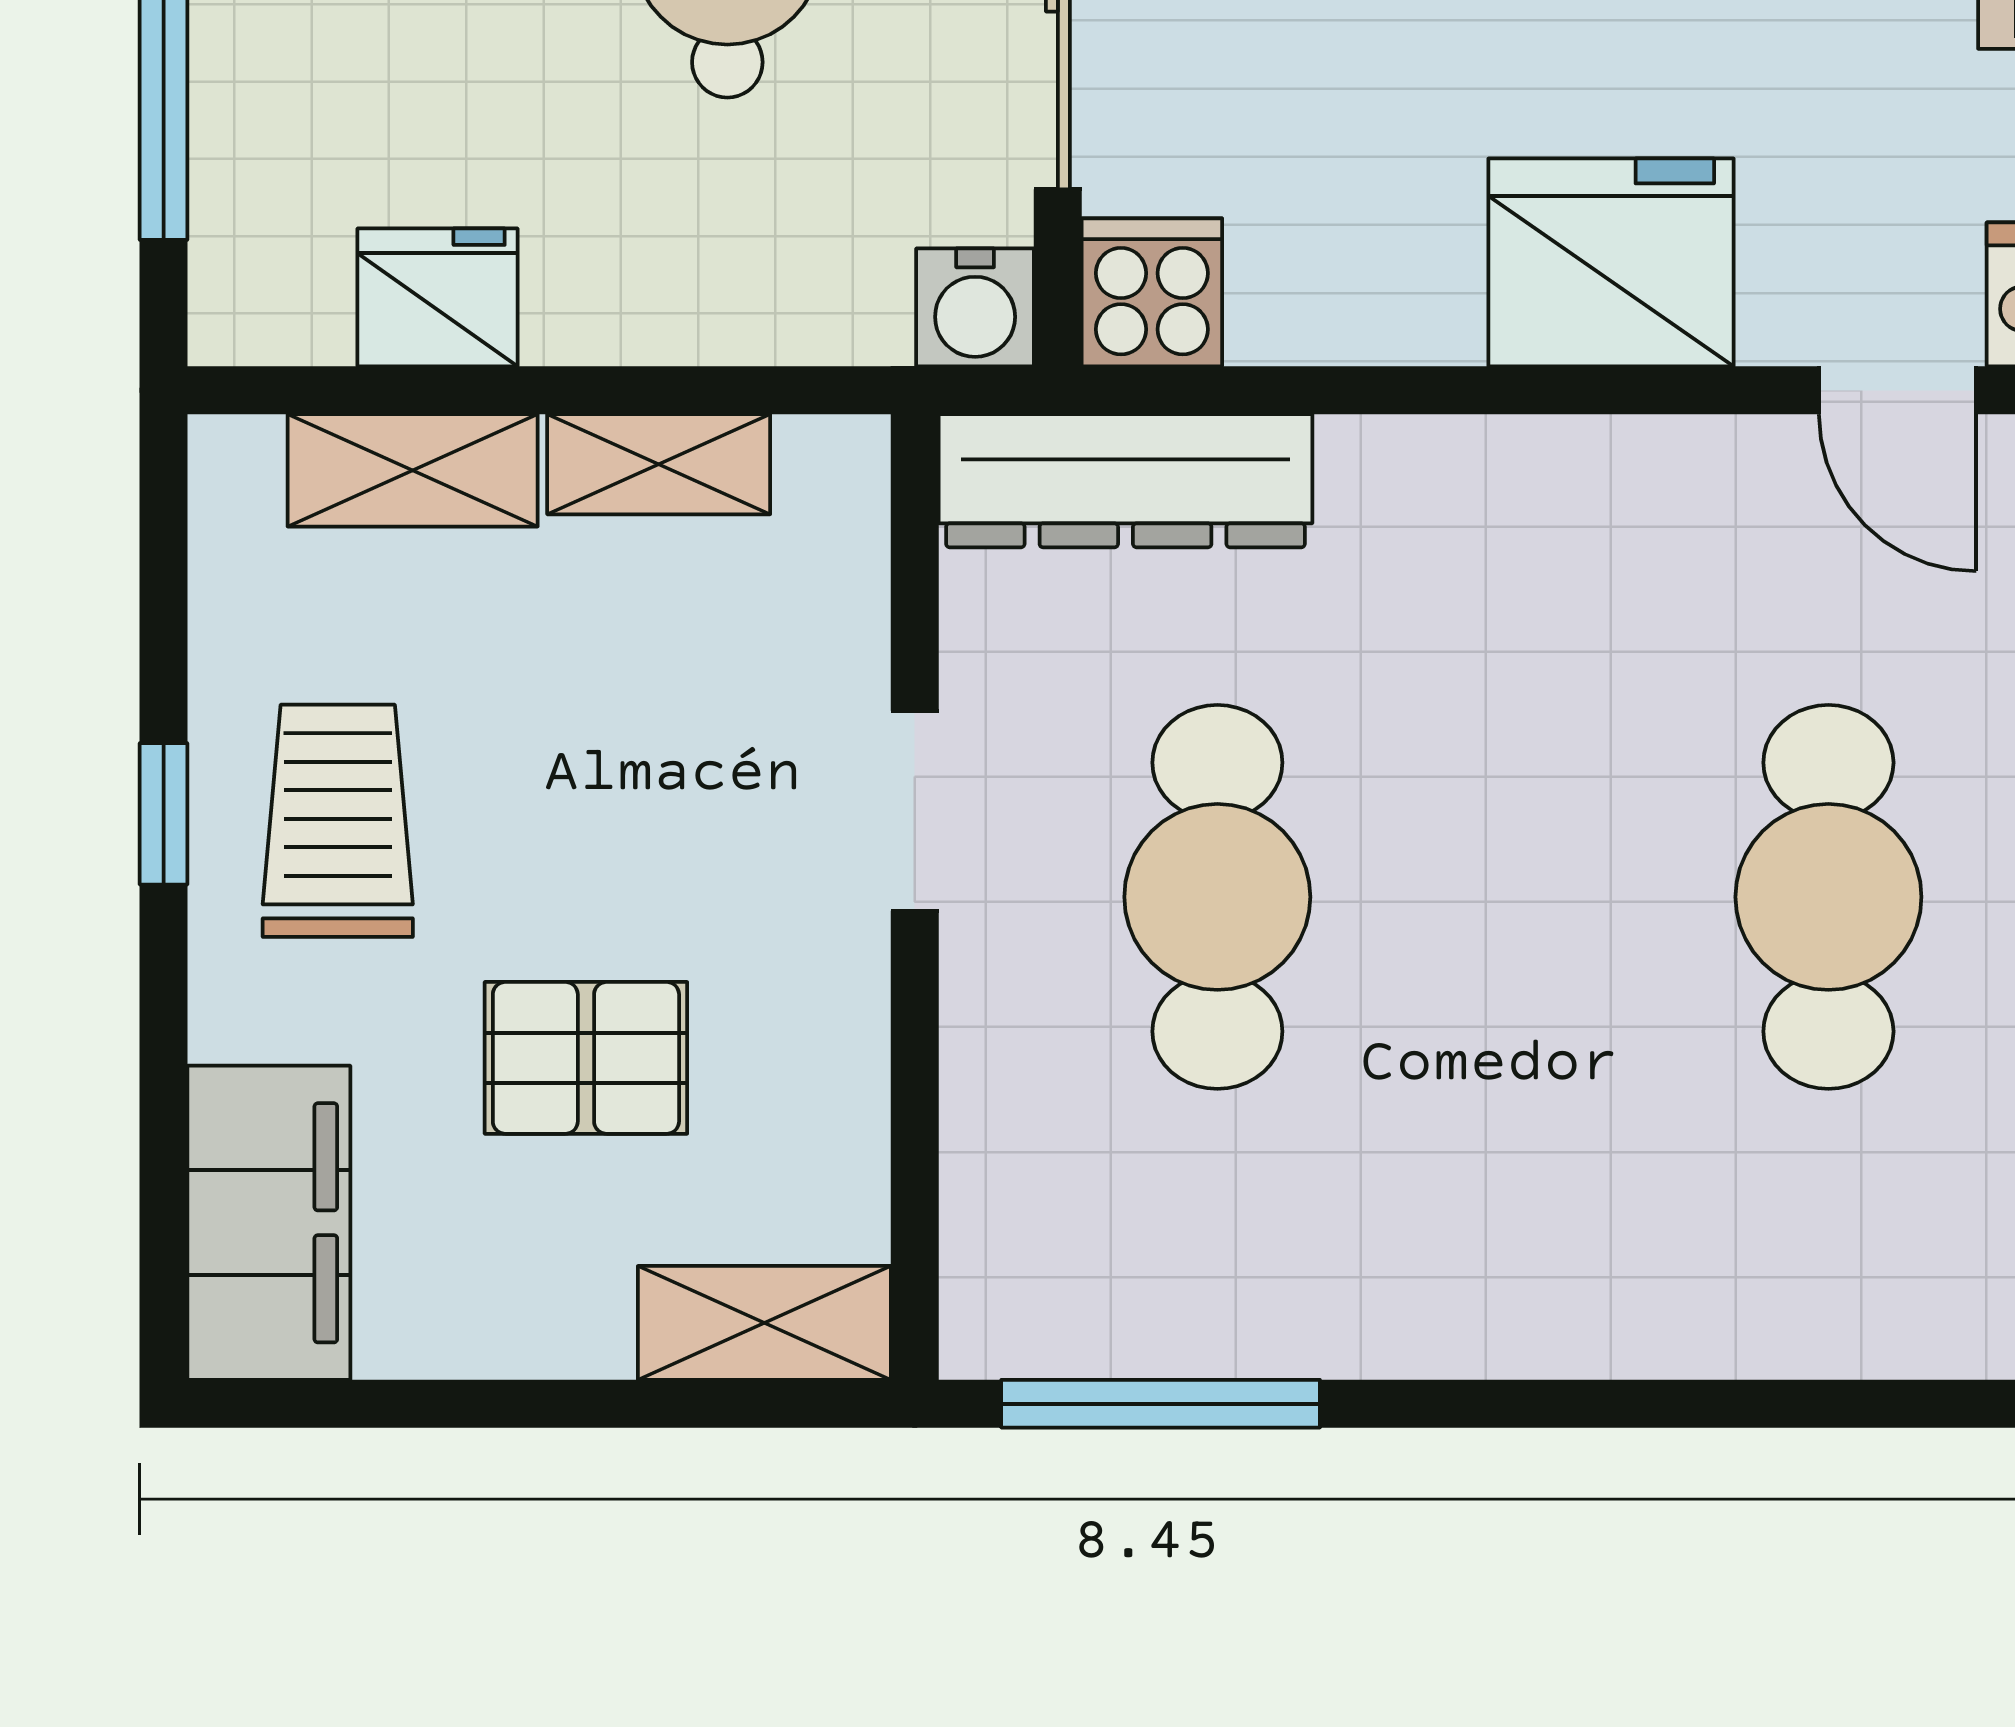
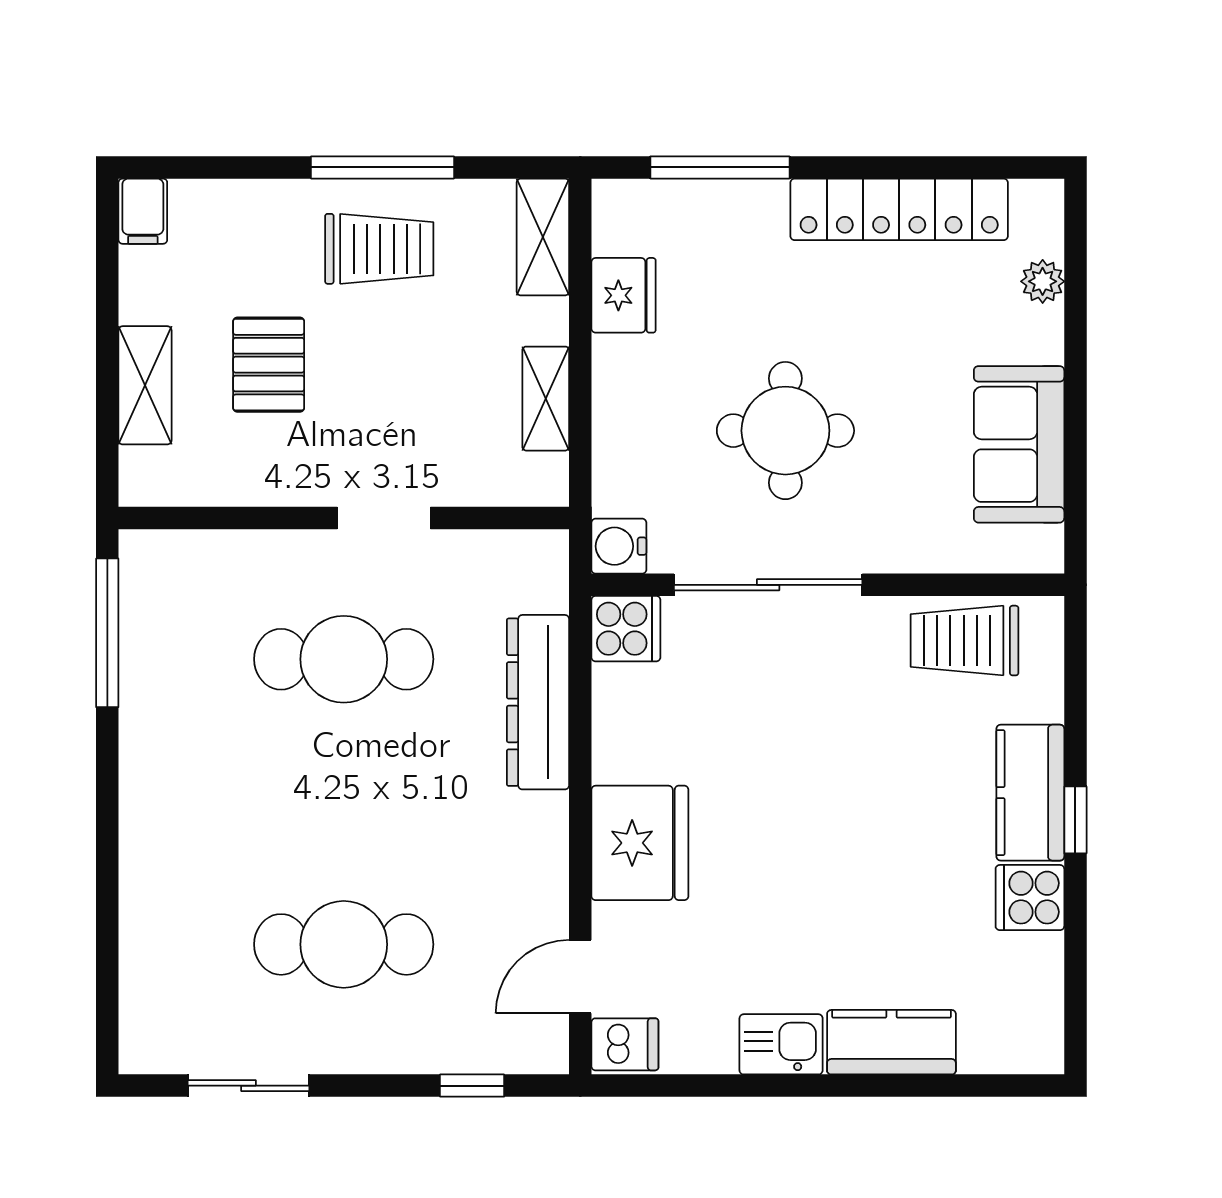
shelving: (413, 470) -> (543, 237), moved
dresser: (1125, 481) -> (538, 702), moved
window: (164, 814) -> (383, 167), width x2.17
filing cabinet: (269, 1223) -> (143, 211), width x0.33, depth x0.86
shelving: (764, 1323) -> (145, 385), moved

